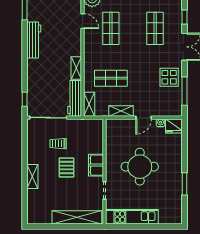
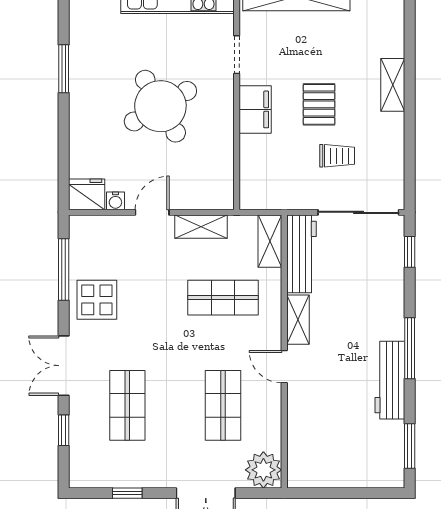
door: (83, 21) -> (284, 367), moved
window: (25, 55) -> (410, 348), added
round table: (140, 167) -> (160, 106), turned -30

